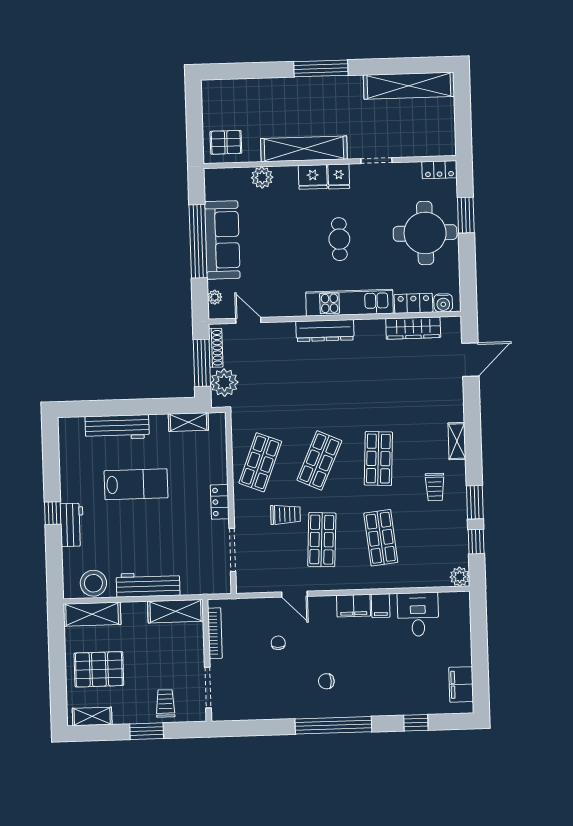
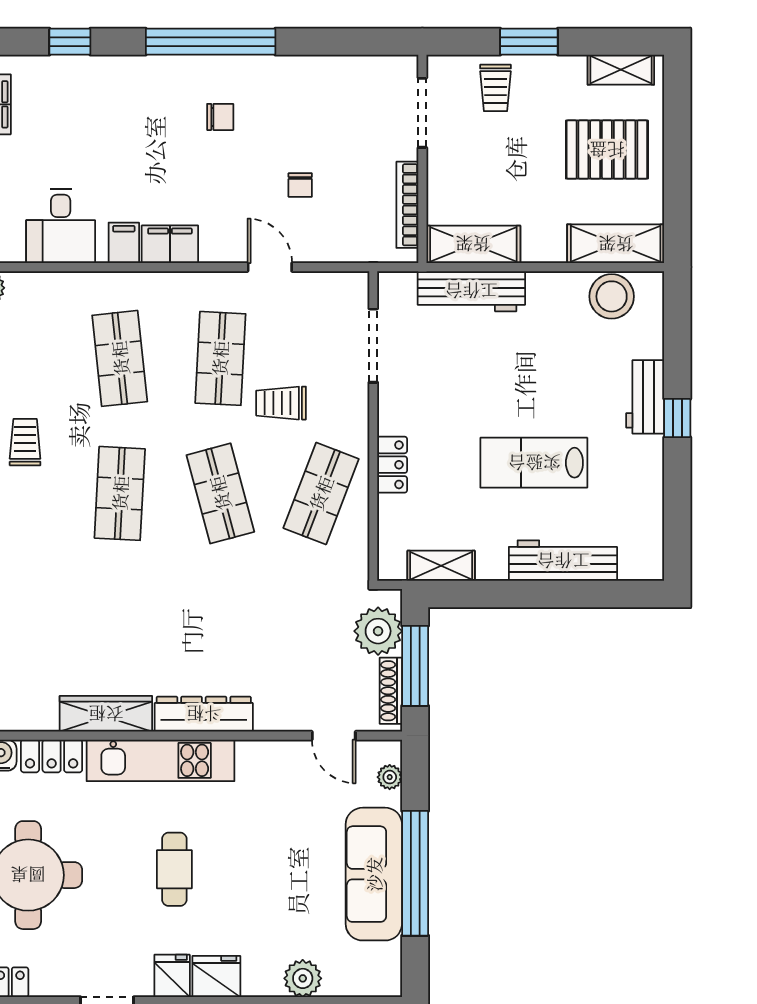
wardrobe: (413, 328) -> (106, 714), moved
shop shelf: (319, 460) -> (220, 493), turned -39
locker: (220, 502) -> (392, 465), moved
workbench: (148, 585) -> (471, 291), moved

